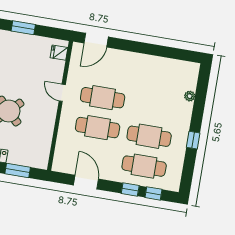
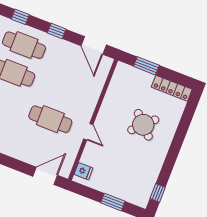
cafe table: (98, 128) -> (61, 91), removed
door: (86, 182) -> (94, 45), moved
window: (130, 190) -> (57, 31), moved

